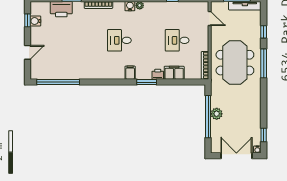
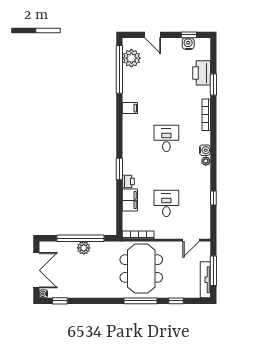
meeting table: (235, 63) -> (141, 269), turned 90
plant: (48, 71) -> (131, 58), added
filing cabinet: (130, 73) -> (130, 108), moved

